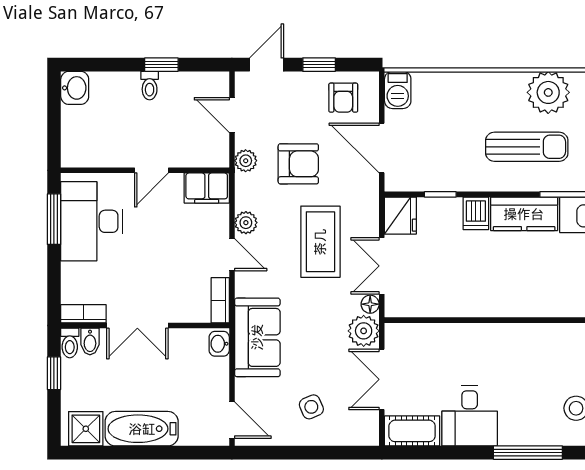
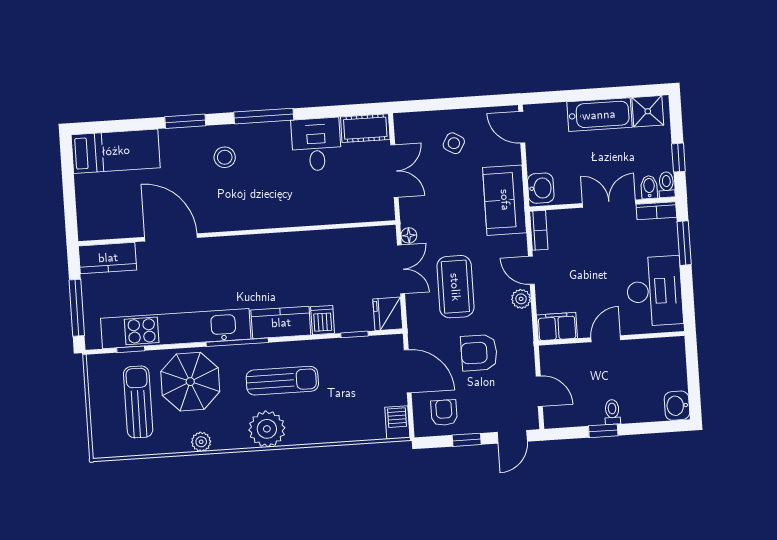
sun lounger: (527, 147) -> (282, 381), turned 180
plant: (246, 161) -> (525, 352), removed
window: (54, 219) -> (684, 243), moved
plant: (364, 331) -> (413, 212), removed
washbasin: (219, 344) -> (541, 188), width x1.38, depth x1.45
side table: (311, 407) -> (454, 143), turned -37

